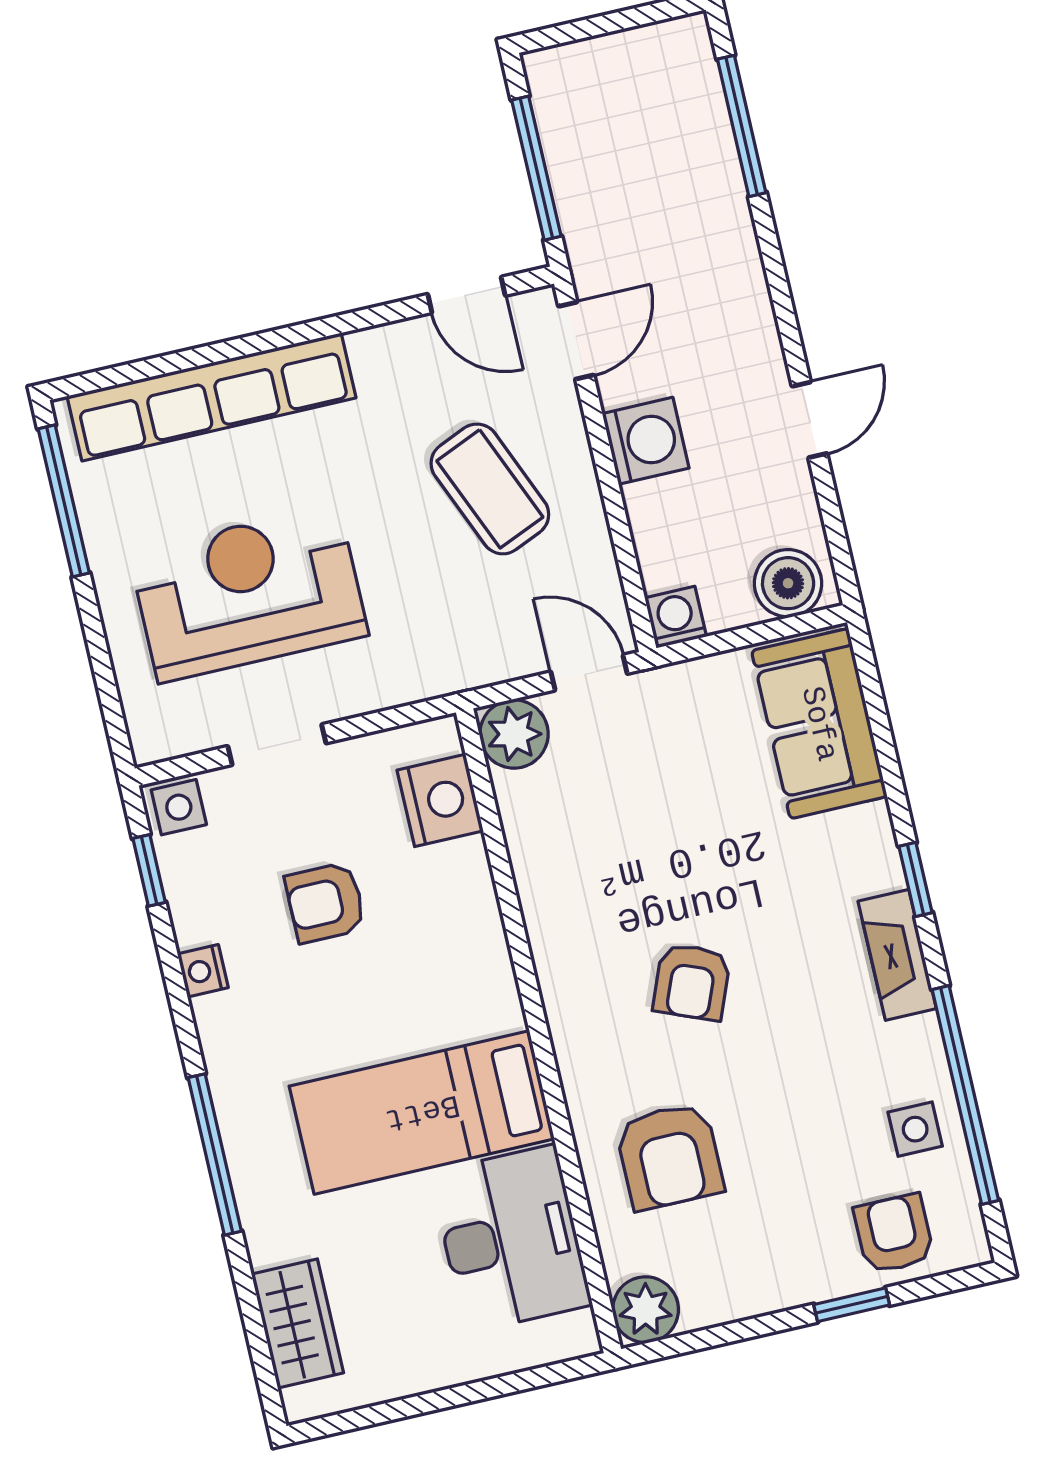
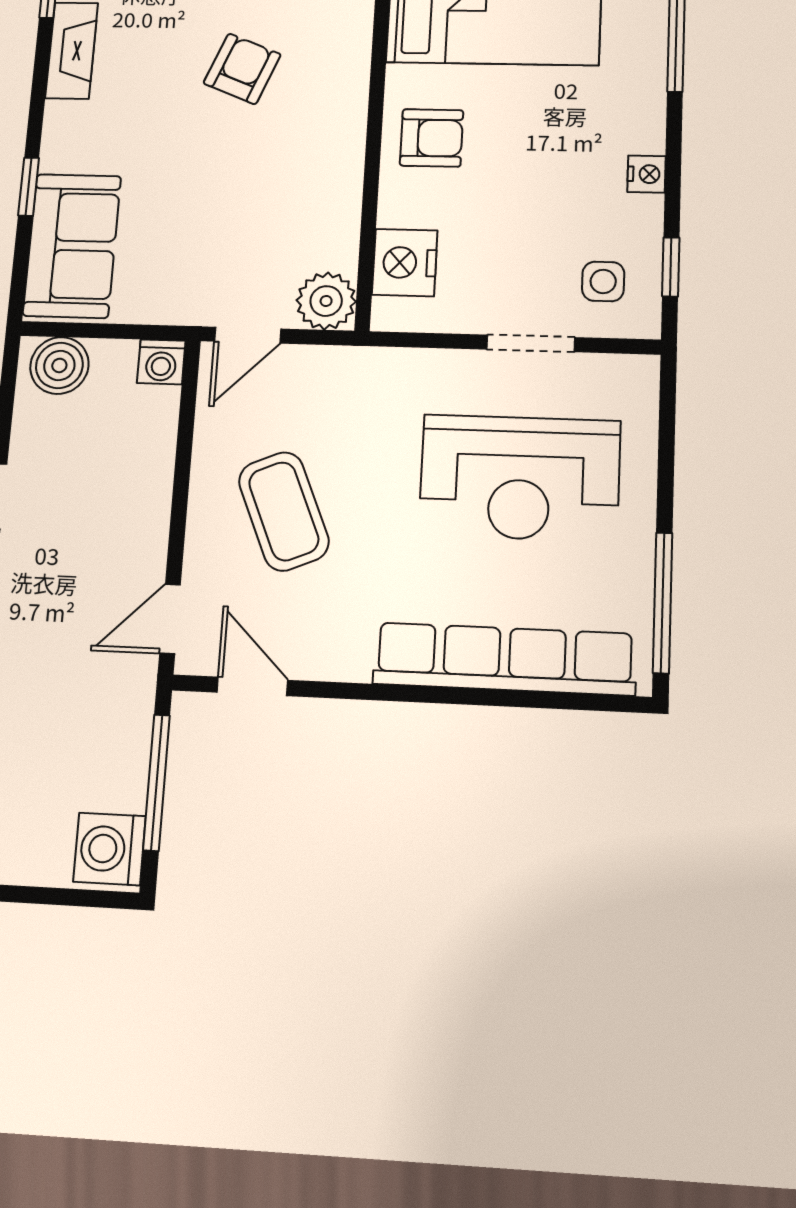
washing machine: (646, 441) -> (109, 849), moved
door: (589, 673) -> (248, 335), hinge flipped
side table: (179, 807) -> (603, 281), moved
window: (916, 879) -> (29, 187), moved
armchair: (325, 902) -> (432, 138), moved

